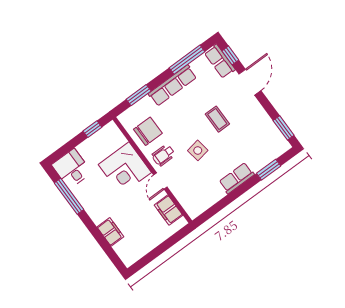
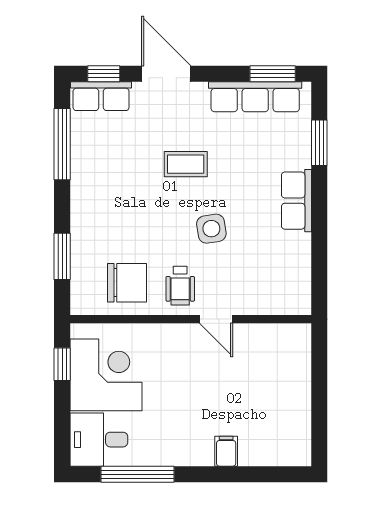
row of seats: (173, 85) -> (255, 97), moved, turned 90
chair: (148, 131) -> (127, 283), turned 90
corner desk: (125, 168) -> (106, 375), moved, turned -90
filing cabinet: (168, 210) -> (269, 339), removed
filing cabinet: (110, 232) -> (226, 451), width x0.50

